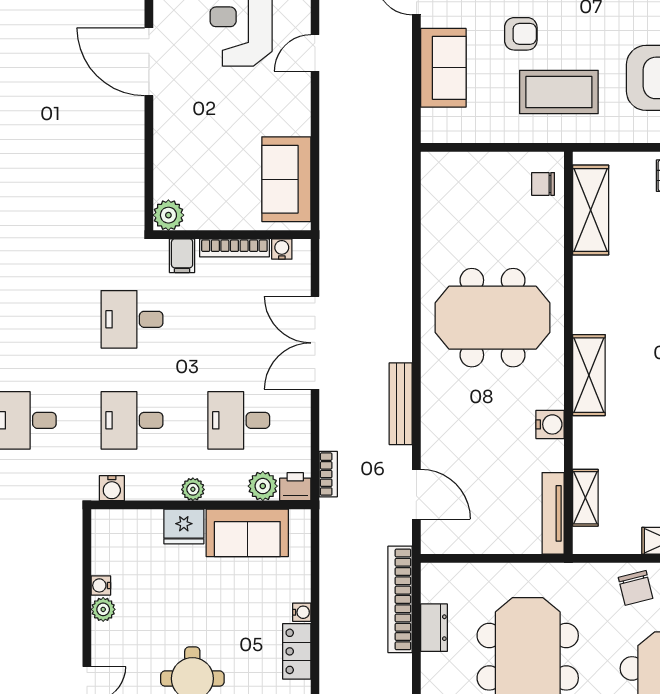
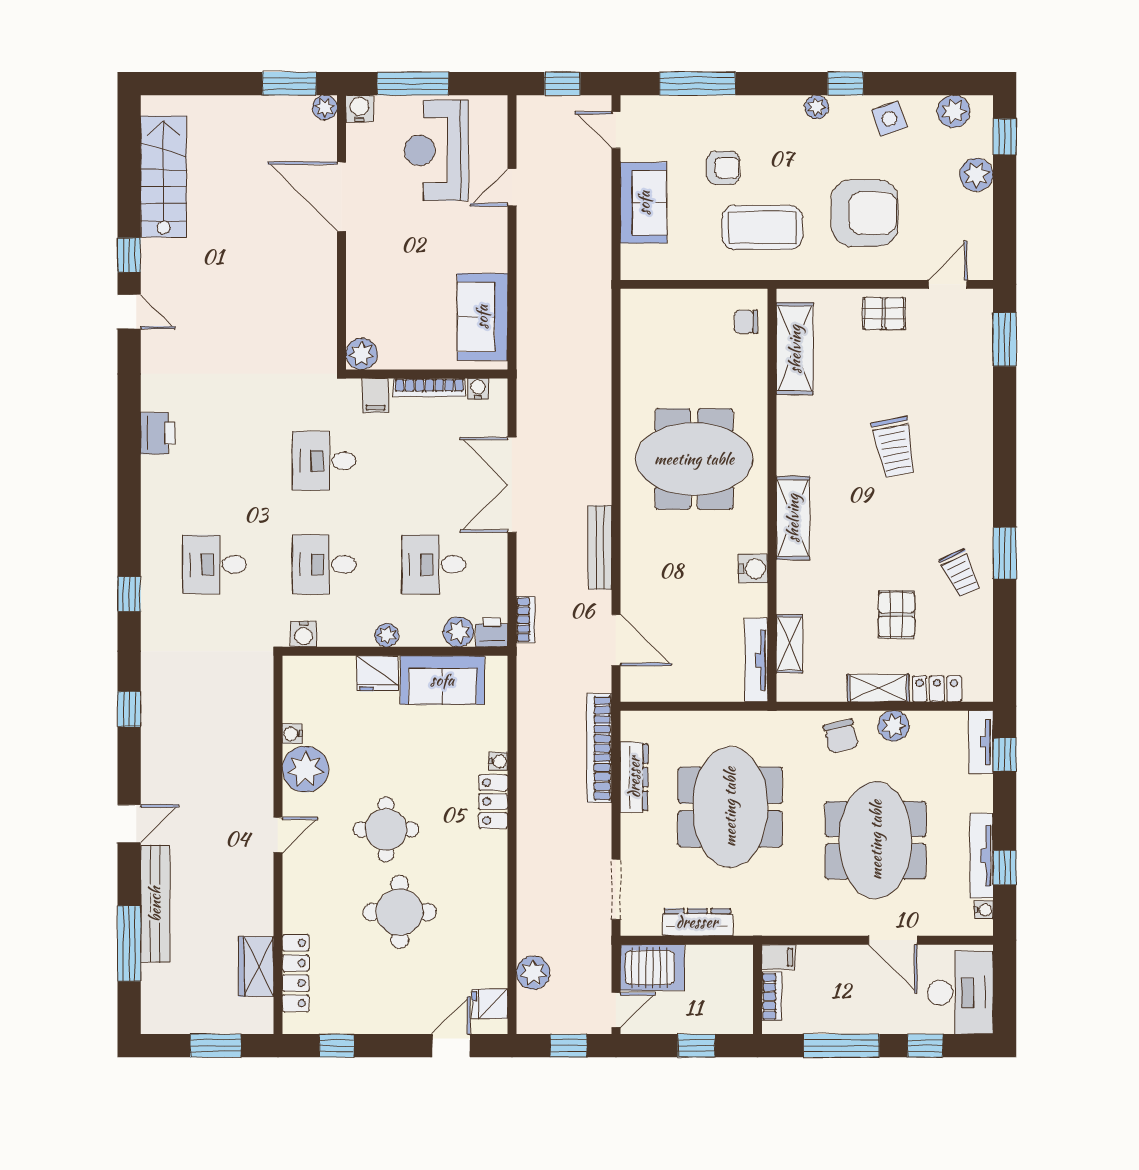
plant: (103, 609) -> (305, 769), width x1.88, depth x1.88
dresser: (434, 628) -> (634, 777), width x1.44

